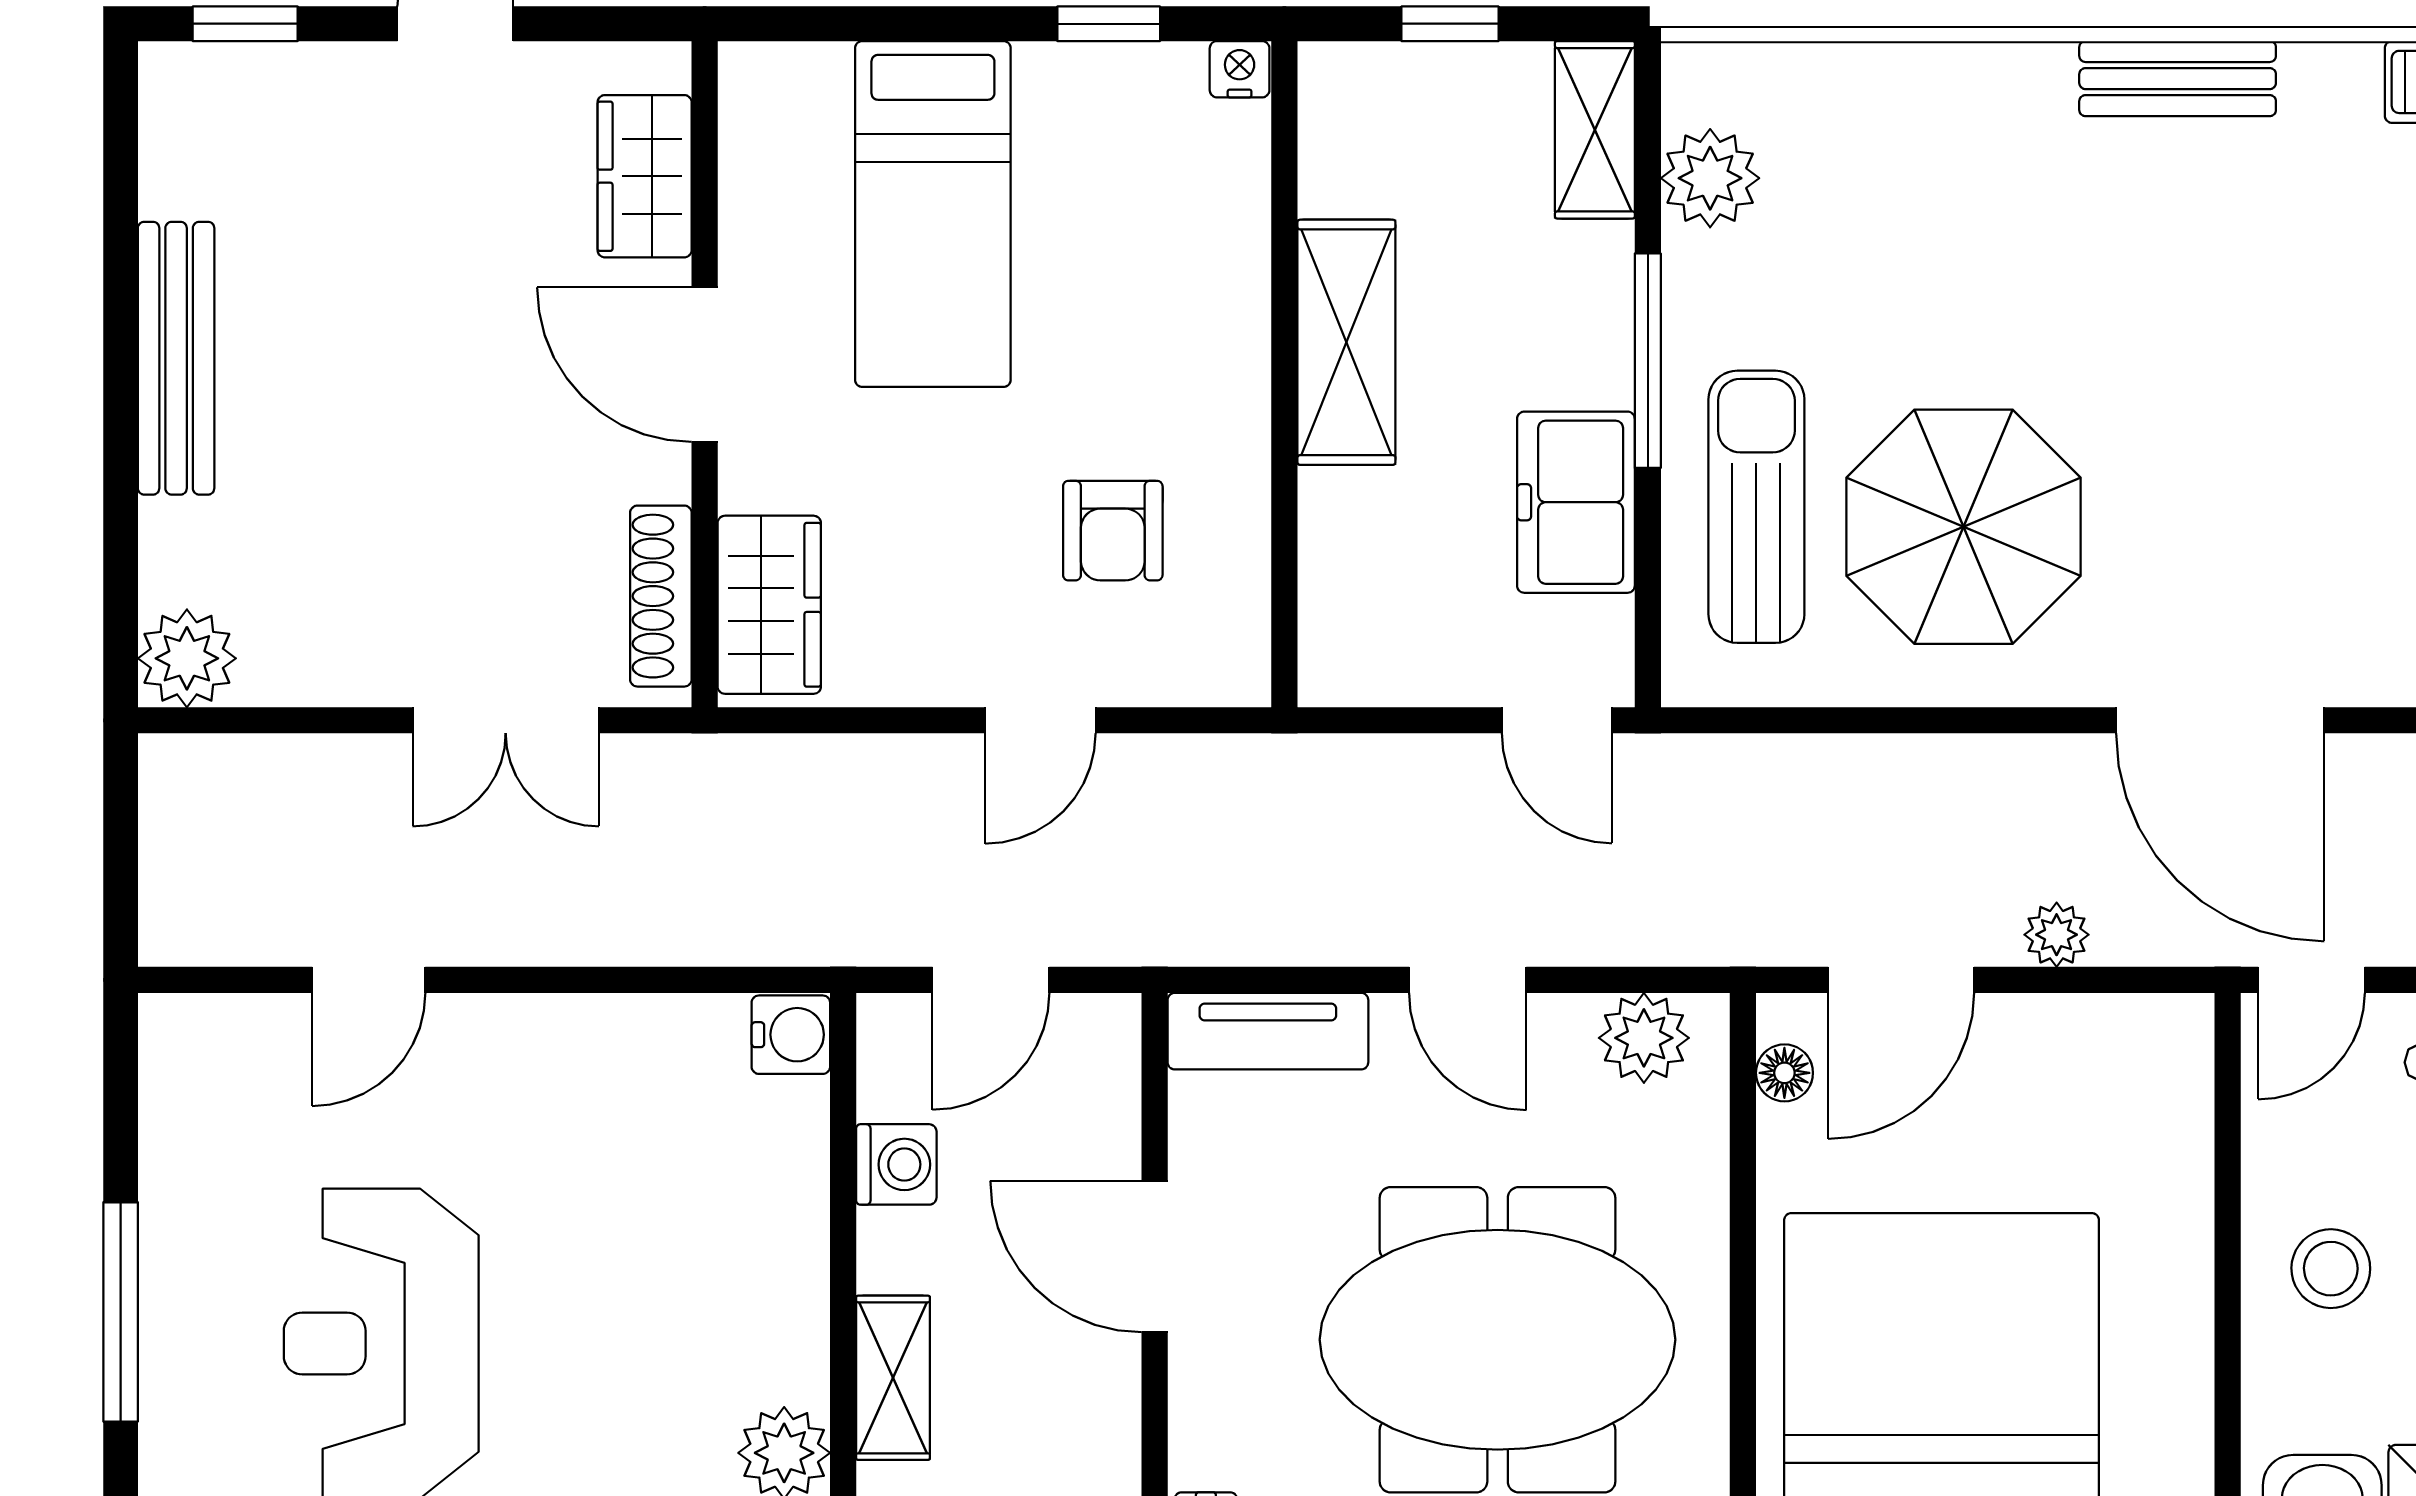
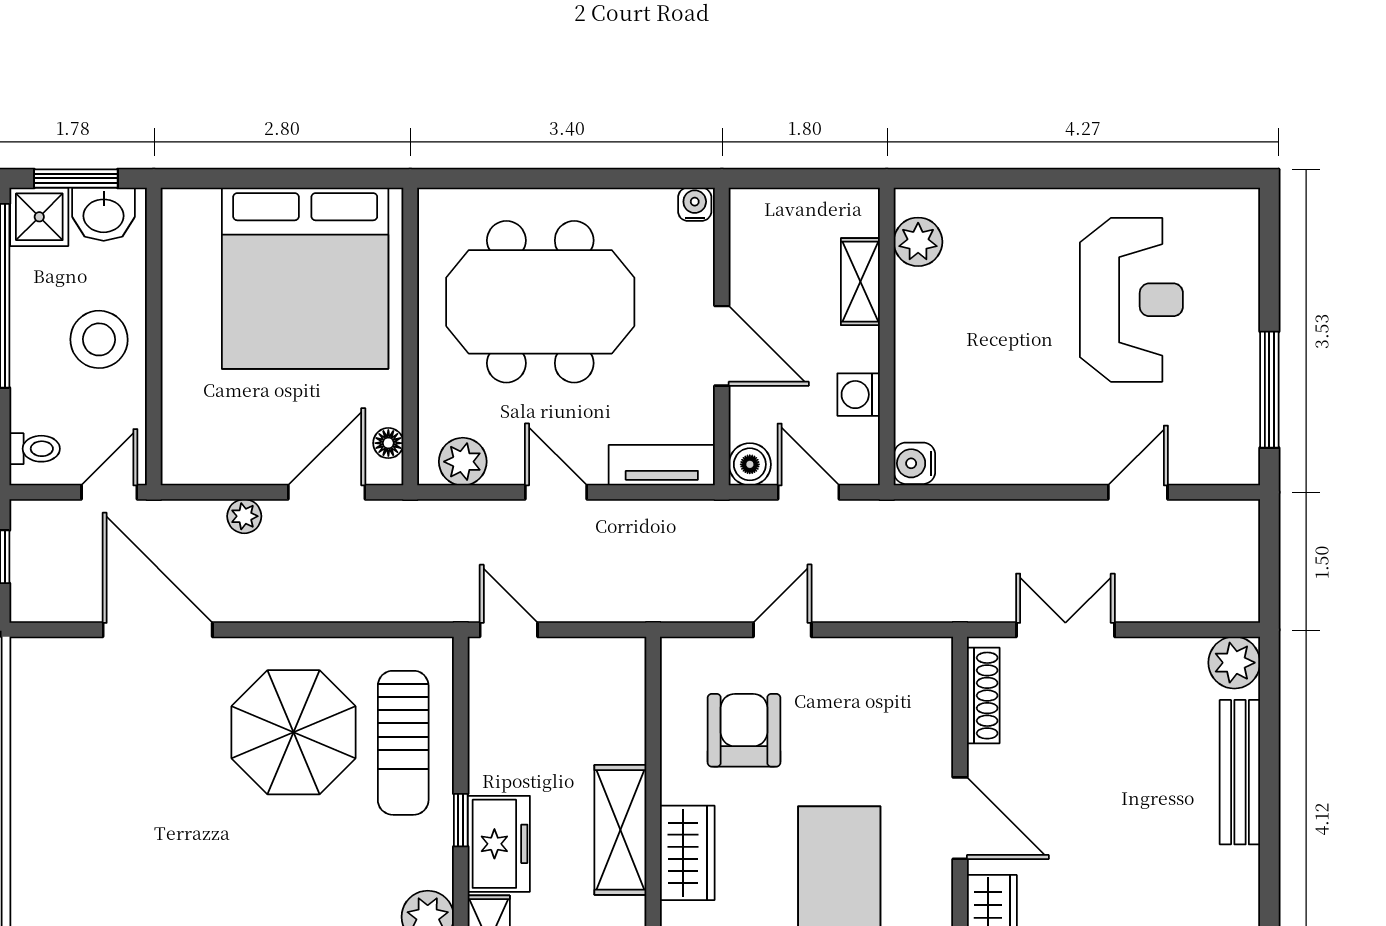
bench: (176, 358) -> (1240, 772), moved
window: (1648, 361) -> (461, 820), width x0.46
freezer: (1576, 502) -> (499, 844), moved
armchair: (1113, 531) -> (744, 730), width x1.38, depth x1.38
wardrobe: (769, 605) -> (687, 853), moved, turned 180
door: (991, 980) -> (809, 492), hinge flipped
boiler: (1102, 1033) -> (750, 464), added
stool: (2331, 1269) -> (99, 339), width x1.38, depth x1.38
window: (121, 1312) -> (1269, 390), moved

